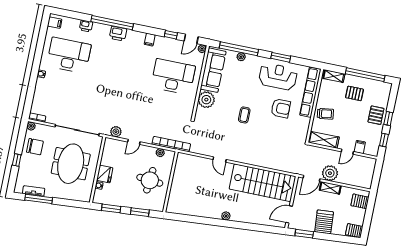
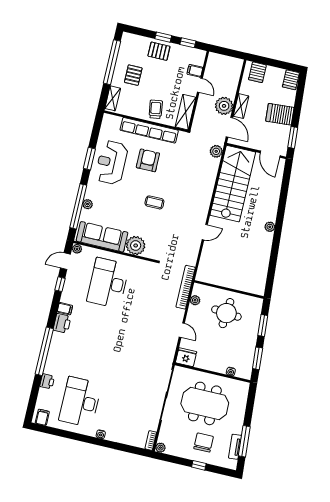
printer: (118, 34) -> (62, 323), moved
door: (191, 39) -> (65, 261), swing flipped
row of seats: (310, 92) -> (149, 130), moved
plant: (116, 132) -> (216, 151), moved
chair: (35, 147) -> (204, 443), moved
fridge: (105, 174) -> (186, 357), moved

